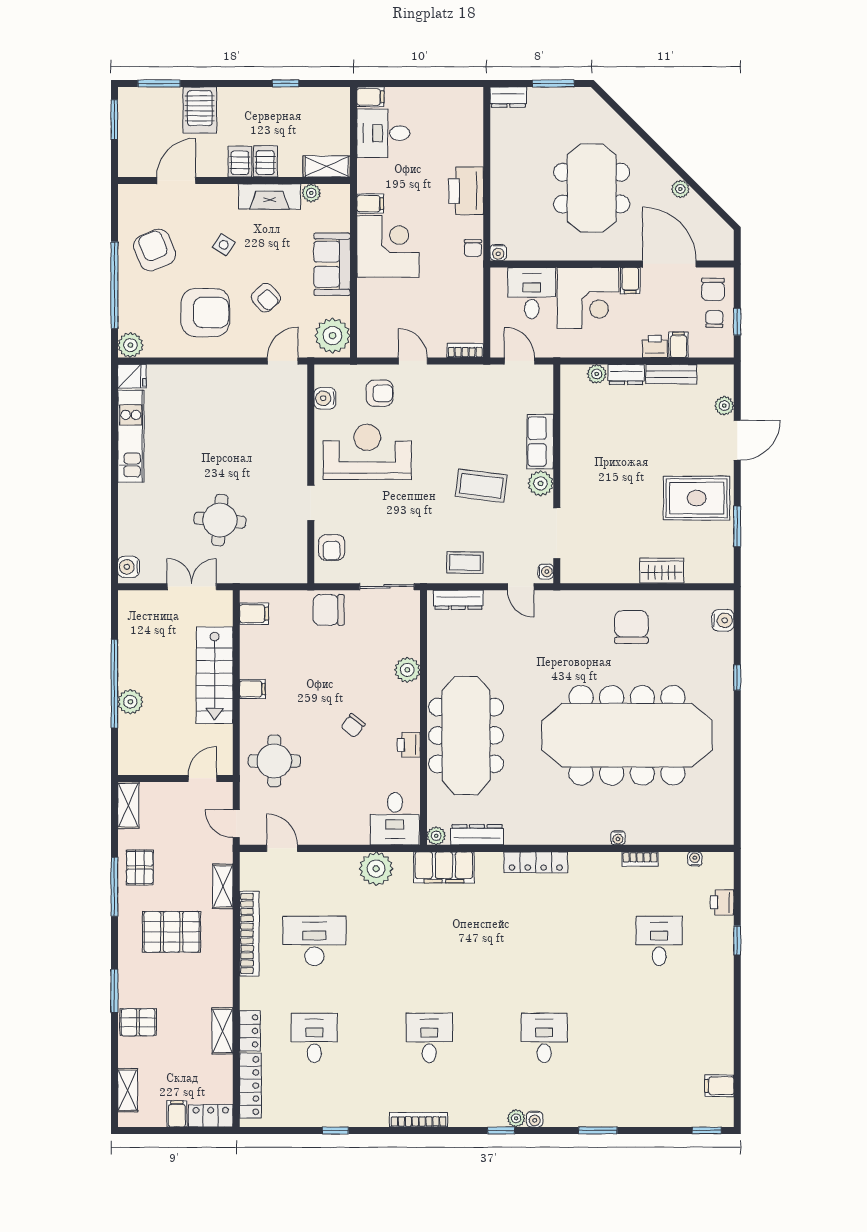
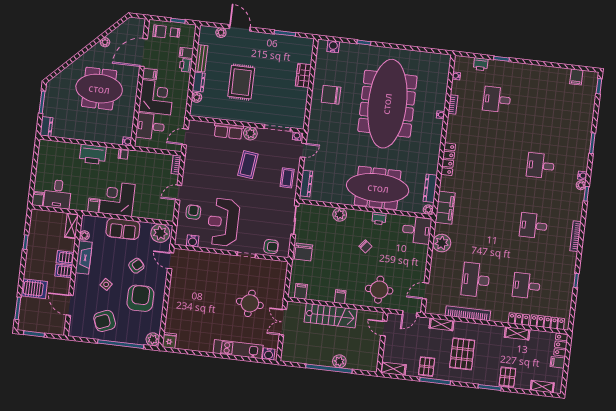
kitchen unit: (131, 436) -> (238, 349), moved
rug: (697, 498) -> (241, 82), moved
pallet: (140, 867) -> (427, 367), turned 90

